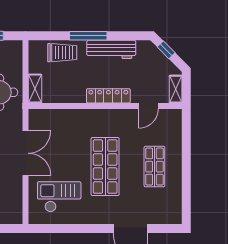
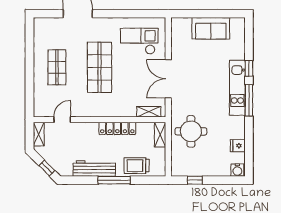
locker: (108, 96) -> (117, 128), moved
shelving: (48, 115) -> (149, 112), added
checkout: (59, 197) -> (139, 41), turned 180

